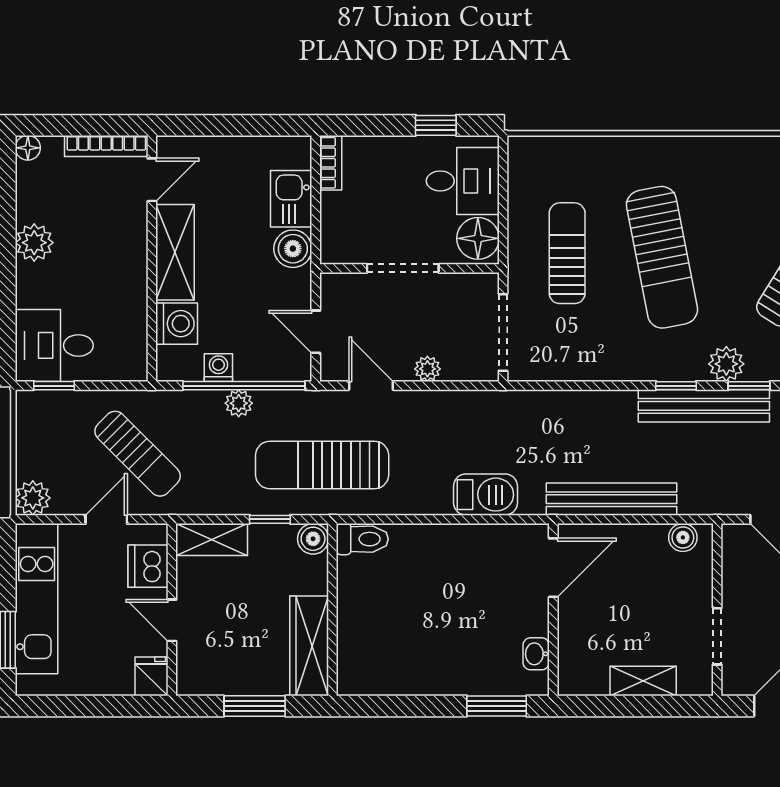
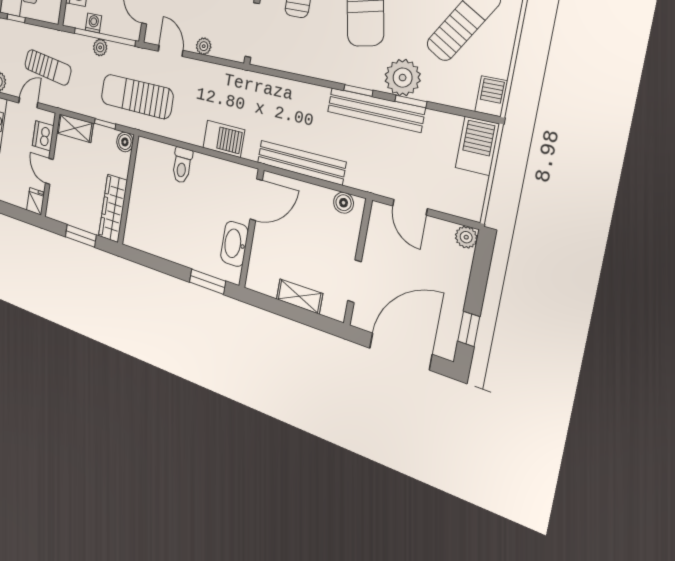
plant: (726, 364) -> (403, 78), width x1.36, depth x1.36
sun lounger: (138, 454) -> (48, 67), turned -37
toilet: (362, 539) -> (182, 165), moved, turned 90
washbasin: (536, 654) -> (234, 244), width x1.91, depth x1.45

